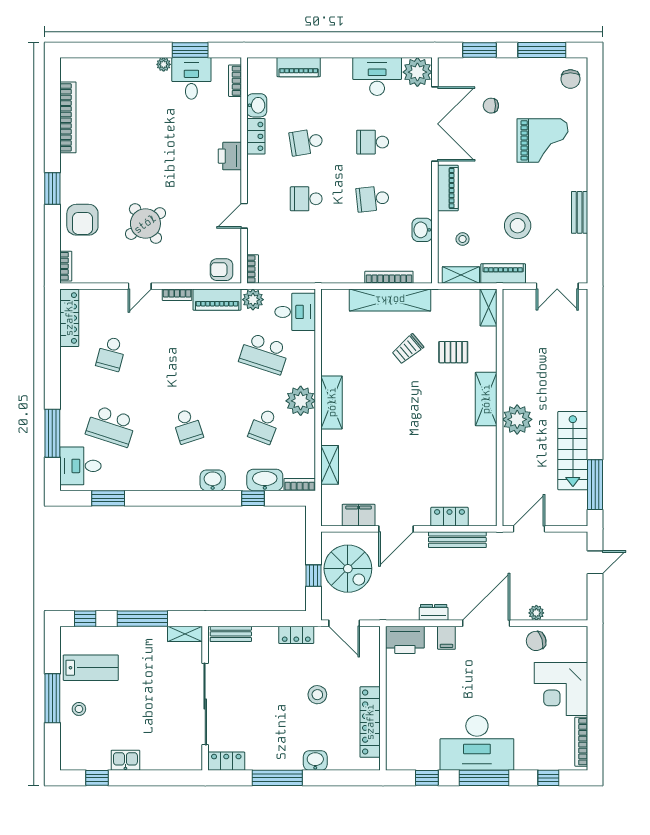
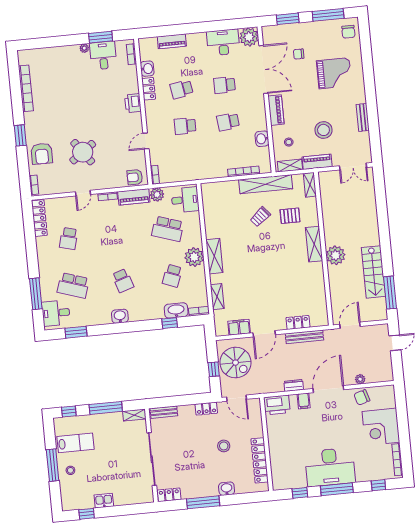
shelving: (390, 300) -> (266, 184), moved
washbasin: (213, 480) -> (120, 316), moved

